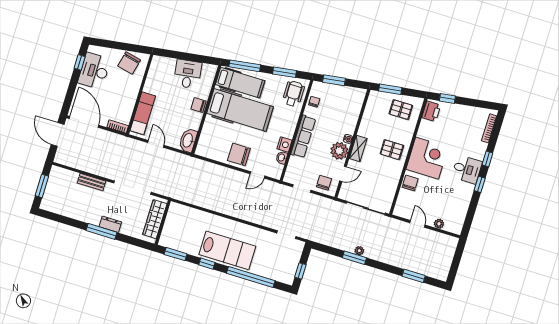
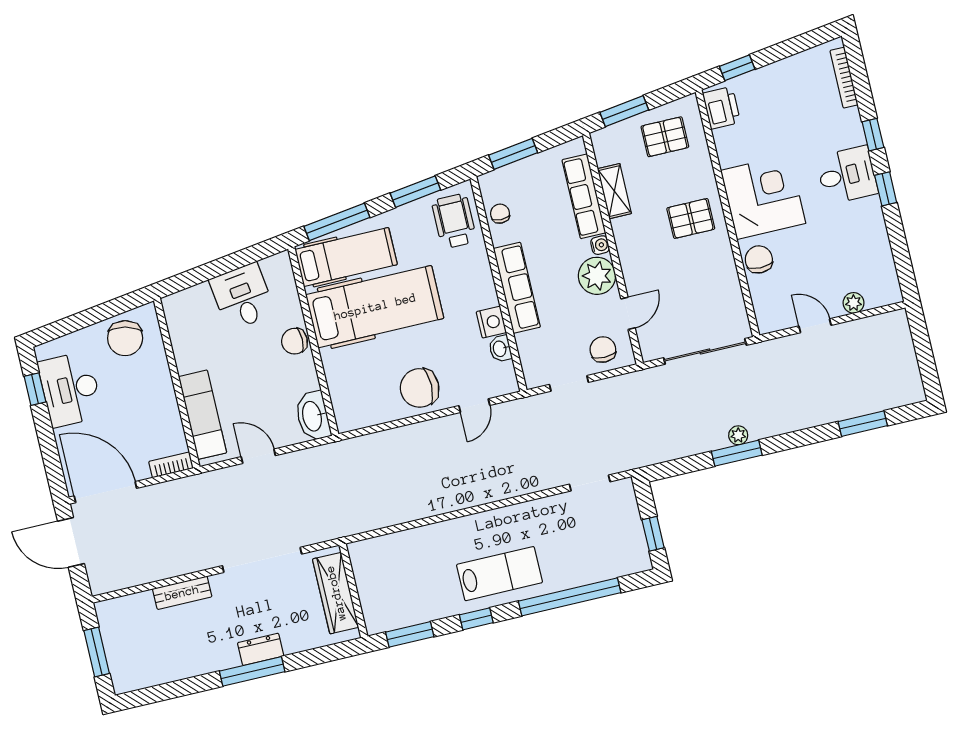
row of seats: (353, 115) -> (584, 196), added
shelving: (358, 148) -> (614, 191), moved
lab bench: (227, 250) -> (499, 574), width x0.73, depth x0.72

